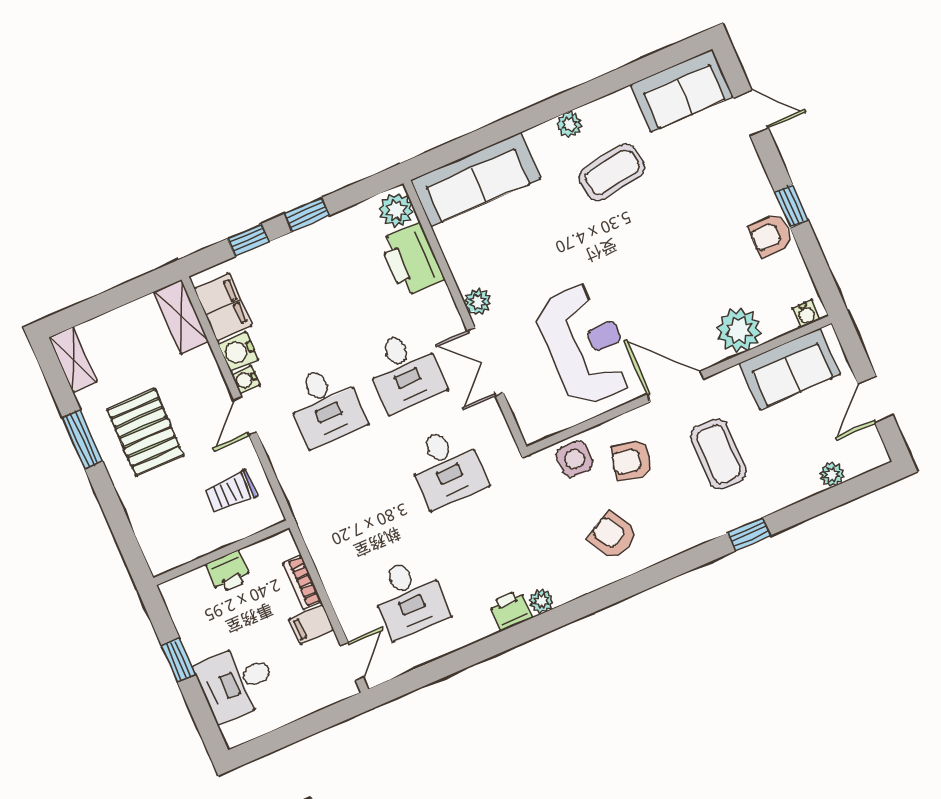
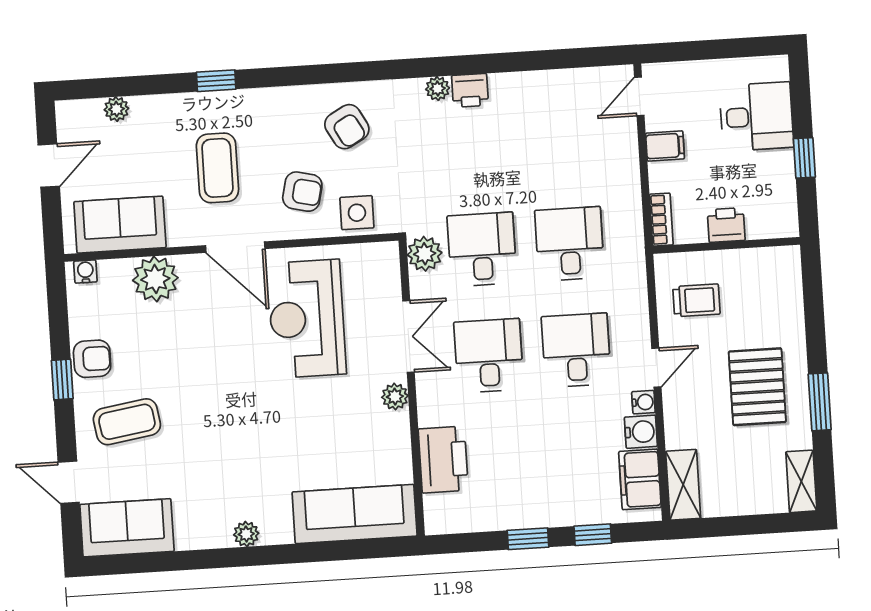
coffee table: (612, 172) -> (127, 422), moved
plant: (396, 210) -> (425, 254), moved
bookcase: (302, 583) -> (661, 220), moved
desk: (409, 598) -> (570, 244), moved

